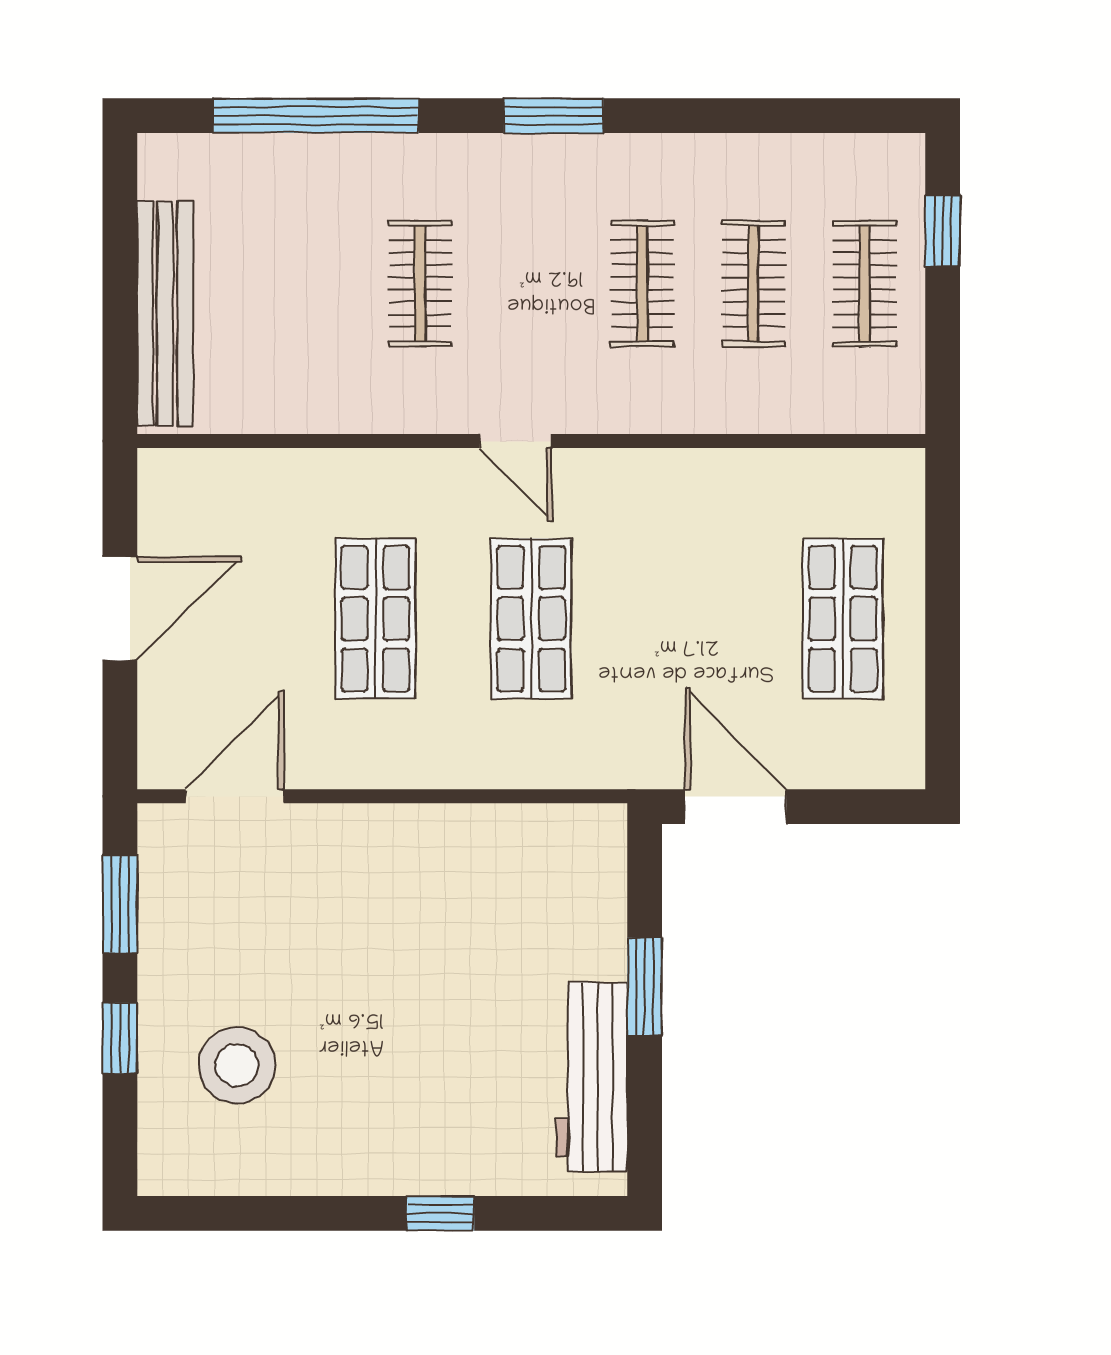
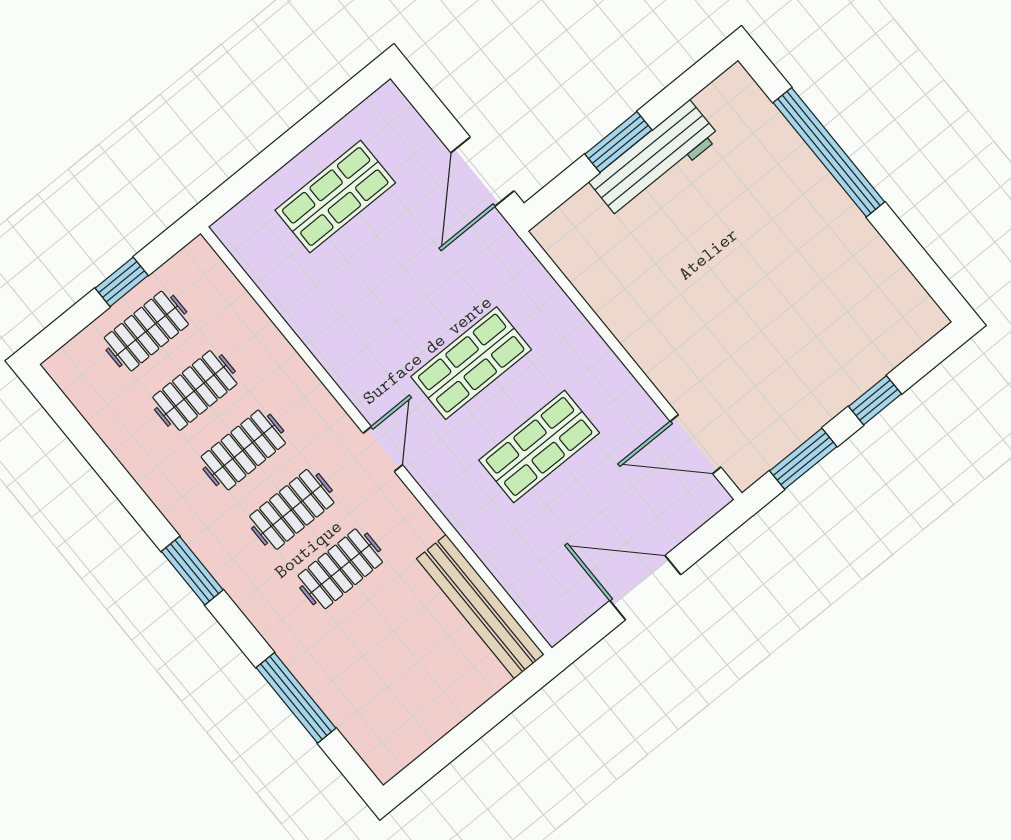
window: (316, 116) -> (296, 698), width x0.68
window: (943, 231) -> (122, 282), moved
clothes rail: (531, 284) -> (292, 509), added
bench: (165, 313) -> (480, 607), moved, turned 90
stool: (237, 1065) -> (838, 326), removed
workbench: (592, 1077) -> (654, 160), moved
window: (440, 1213) -> (829, 152), width x3.17

